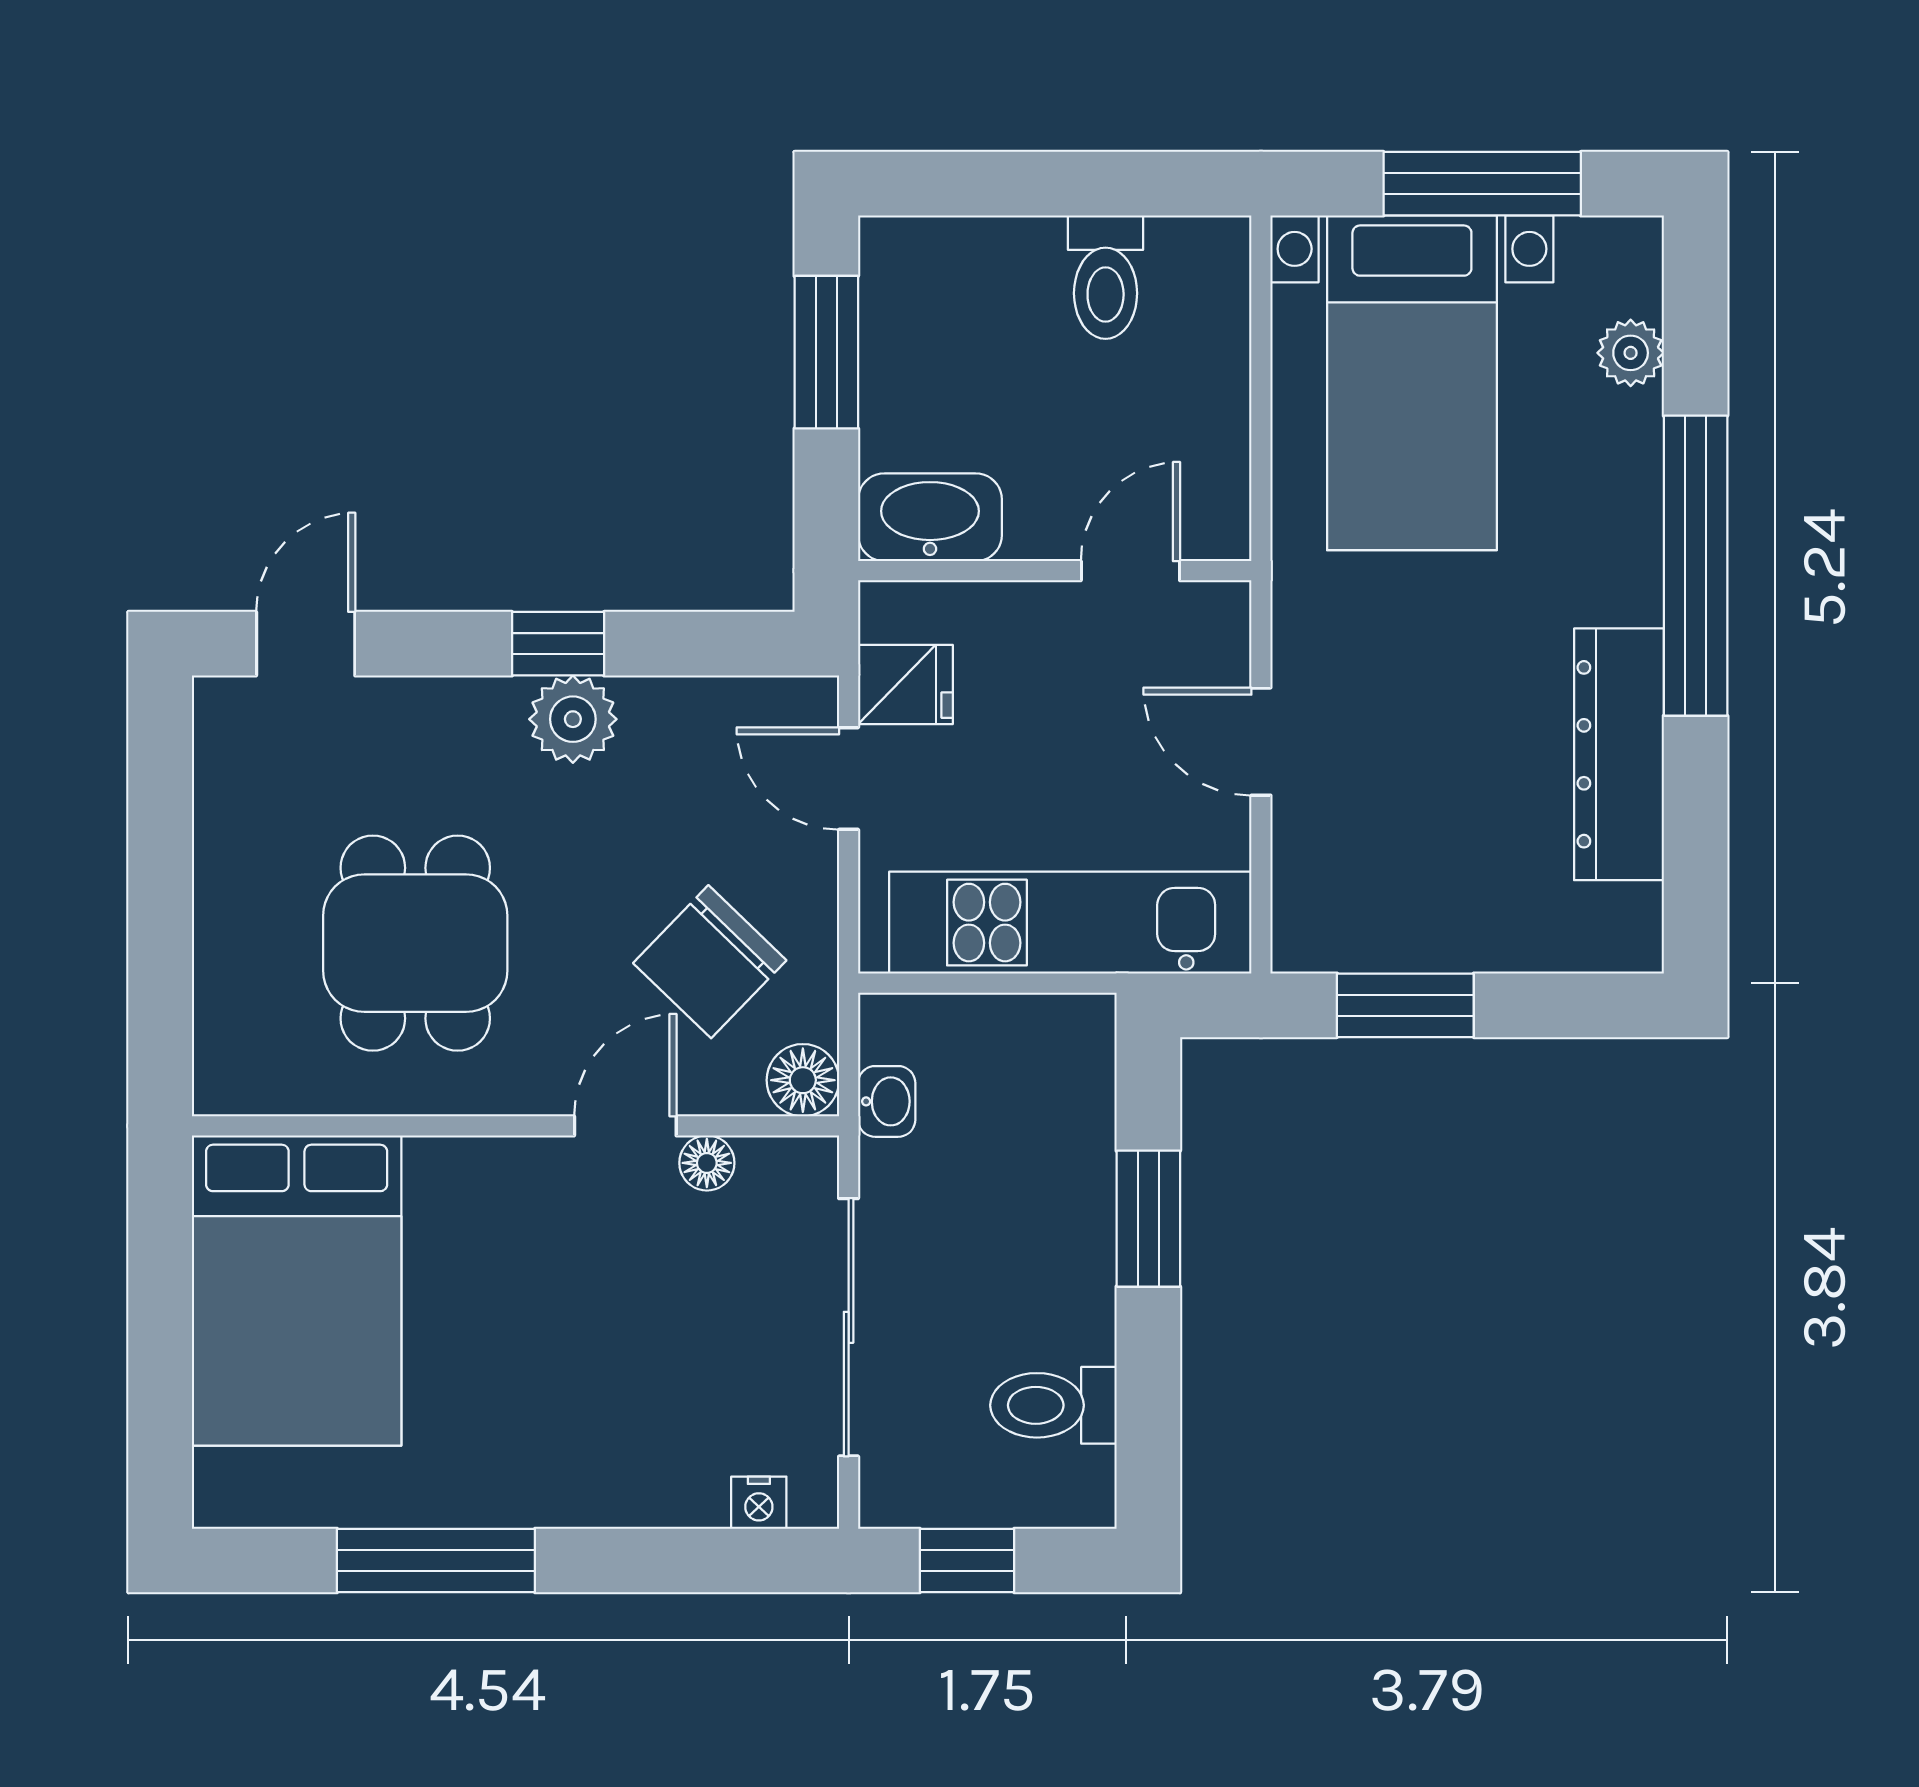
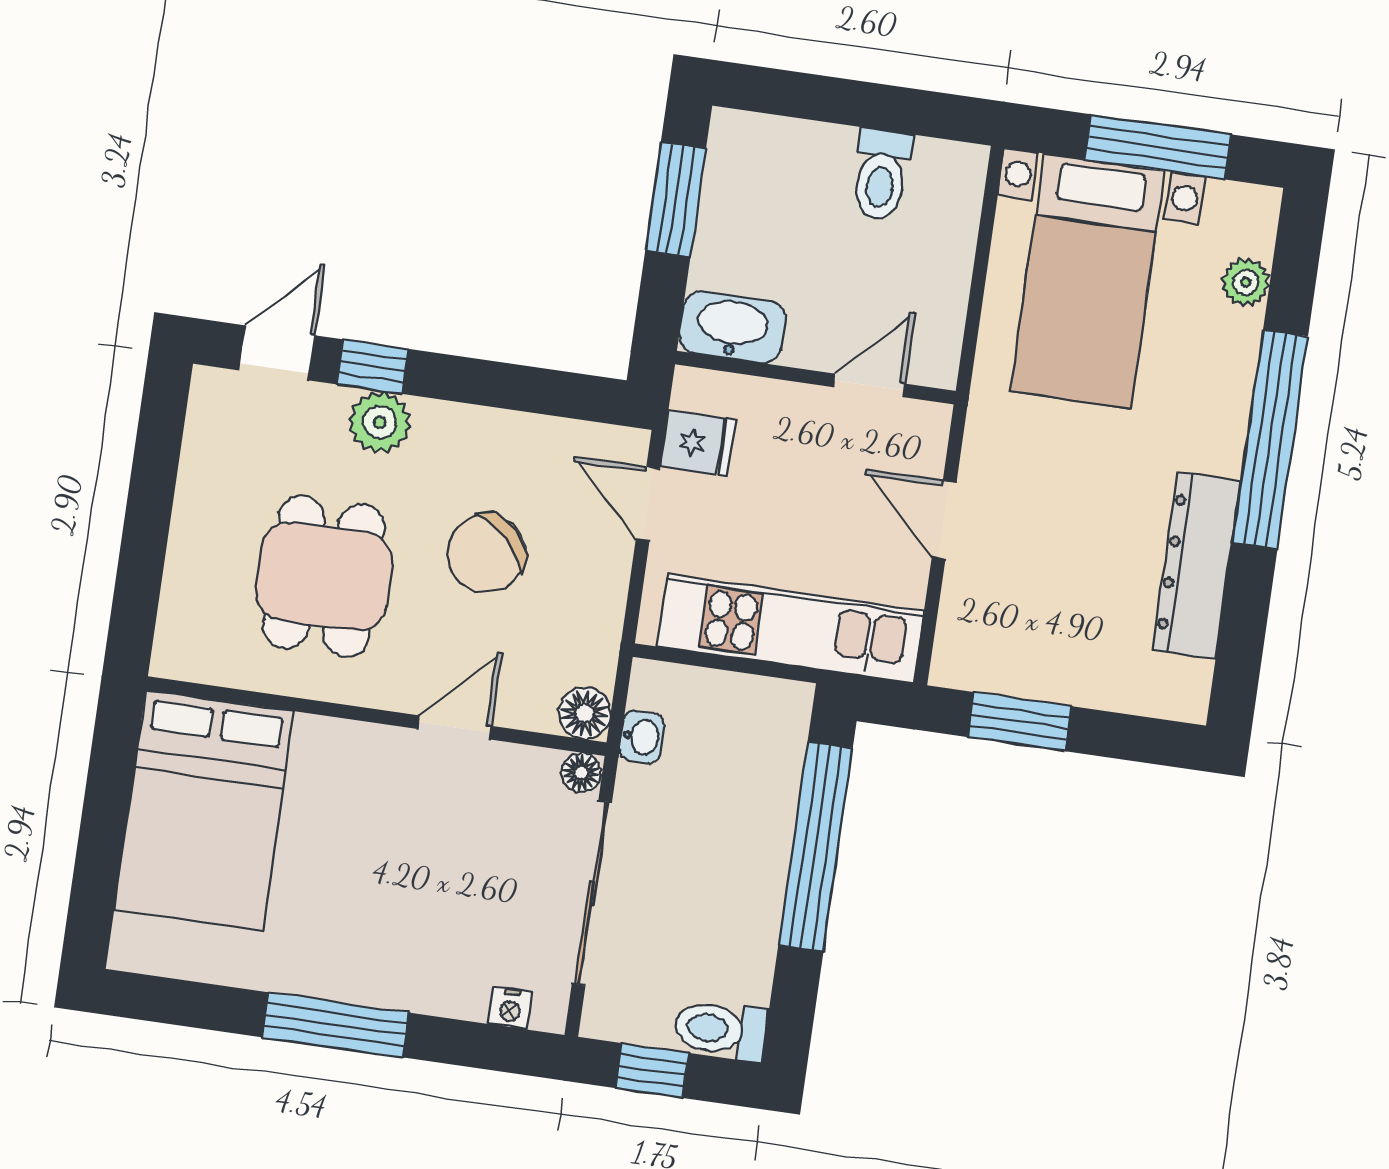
window: (558, 644) -> (373, 367), moved
plant: (573, 719) -> (380, 422), moved
chair: (710, 962) -> (486, 554), moved
floor lamp: (707, 1163) -> (581, 773), moved
window: (1148, 1219) -> (815, 847), width x2.11
toilet: (1053, 1405) -> (720, 1030), moved
window: (436, 1560) -> (336, 1025), moved

